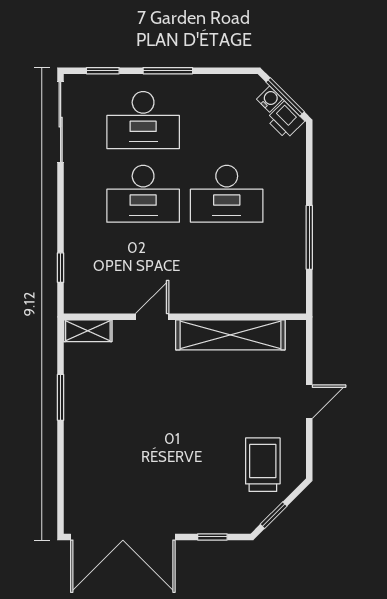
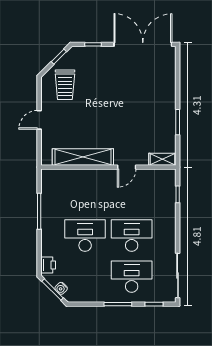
printer: (285, 120) -> (48, 265), moved, turned 45

